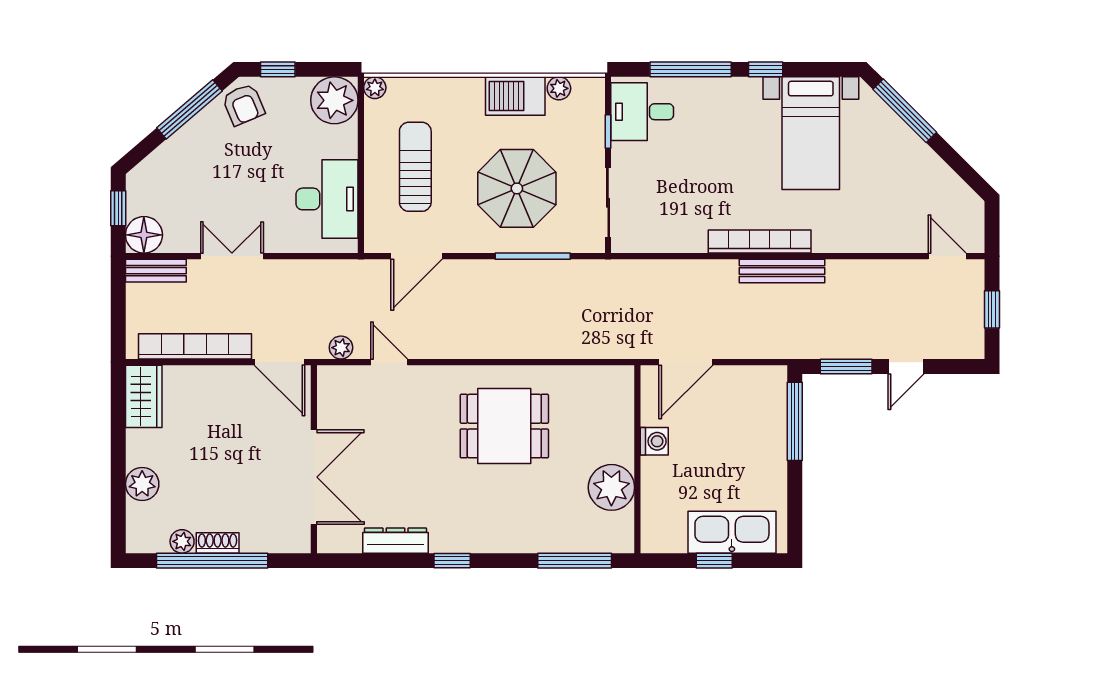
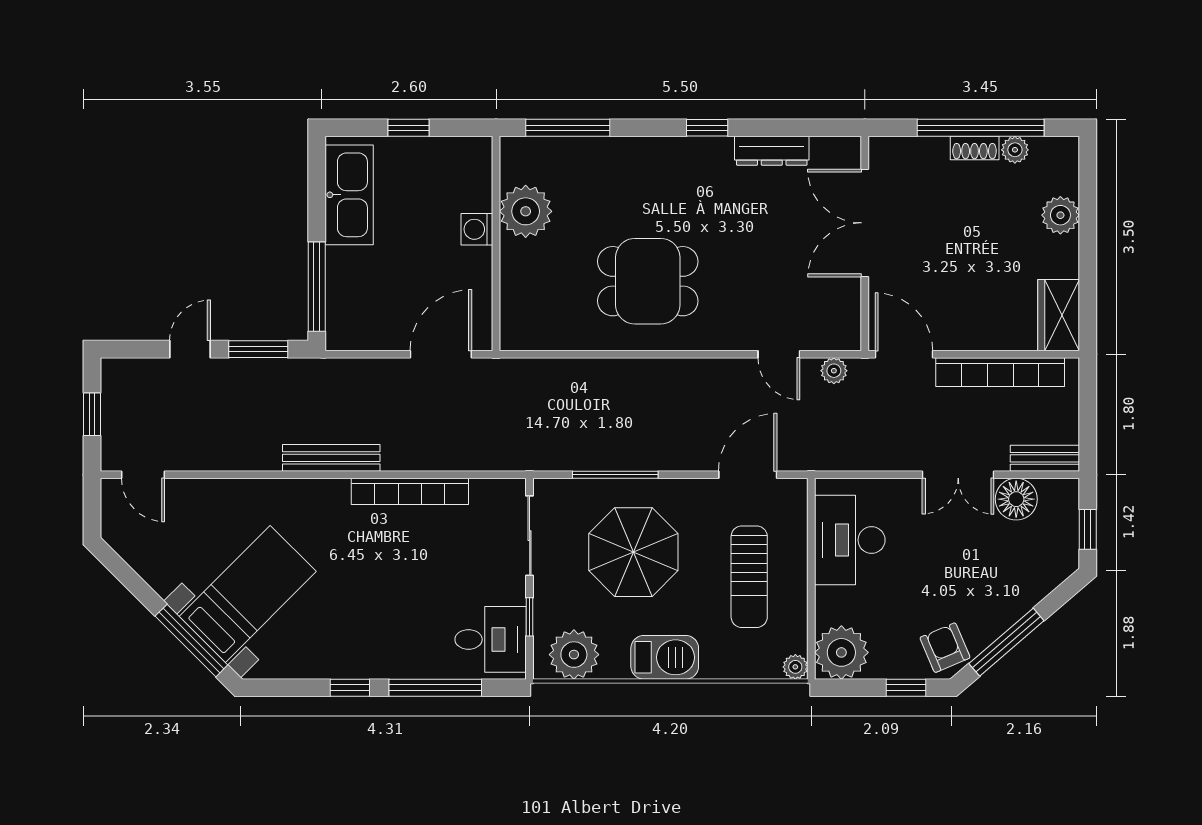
plant: (559, 88) -> (574, 655), width x1.88, depth x1.88
barbecue: (515, 96) -> (665, 657), moved
bed with nightstands: (811, 133) -> (248, 594), moved, turned 45
floor lamp: (144, 235) -> (1016, 499), moved
bookcase: (760, 242) -> (410, 491), moved
washing machine: (654, 441) -> (477, 229), moved
kitchen sink: (732, 532) -> (349, 195), moved, turned -90

